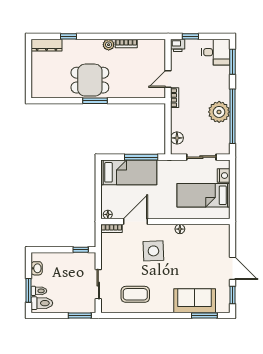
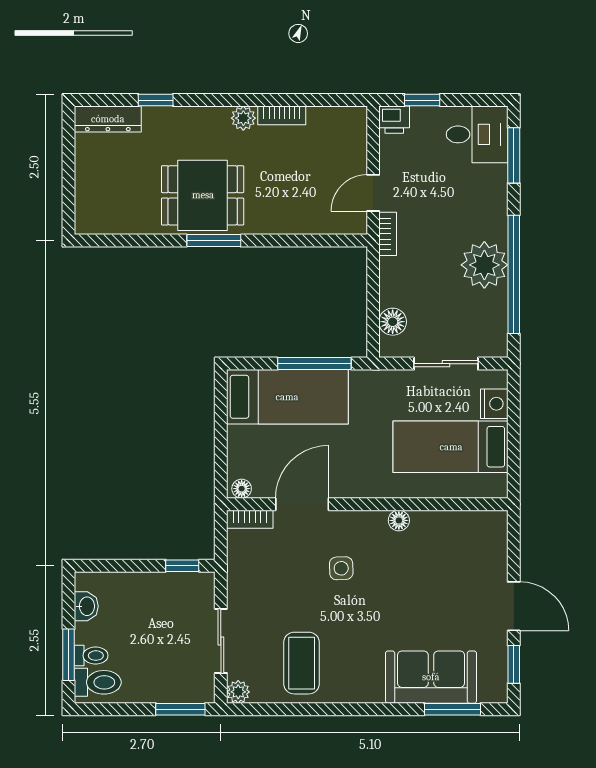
side table: (153, 251) -> (341, 568), width x0.54, depth x0.54
coffee table: (135, 294) -> (302, 663), turned 90
plant: (106, 307) -> (238, 692), added

